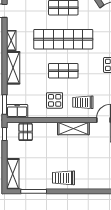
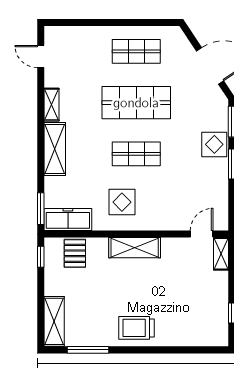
shop shelf: (63, 39) -> (136, 103), width x0.71
trolley: (83, 102) -> (168, 205), removed
freezer: (17, 111) -> (68, 219), width x1.40
shelving: (73, 128) -> (135, 248), moved

